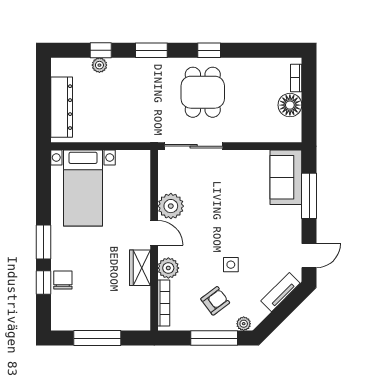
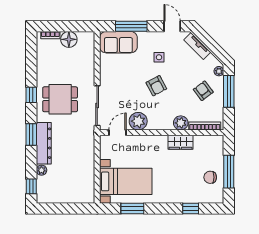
window: (101, 50) -> (31, 186), moved
dresser: (62, 107) -> (44, 143), moved, turned 90
armchair: (223, 232) -> (156, 86), added
door: (154, 233) -> (117, 133), moved
window: (43, 242) -> (132, 209), moved
side table: (231, 265) -> (159, 57), moved
chair: (63, 280) -> (210, 177), moved

